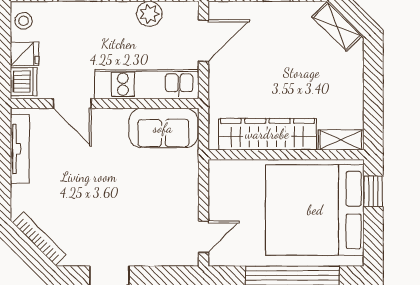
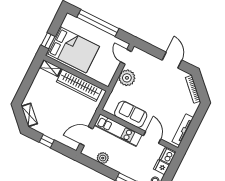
sofa: (163, 128) -> (131, 114), moved
plant: (181, 196) -> (127, 78), added
bed: (315, 210) -> (73, 50), width x0.73
door: (203, 237) -> (126, 57), hinge flipped

